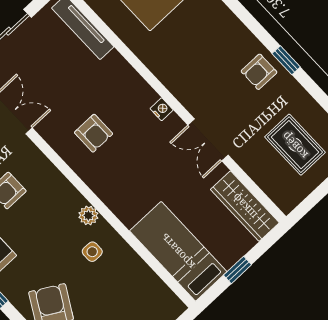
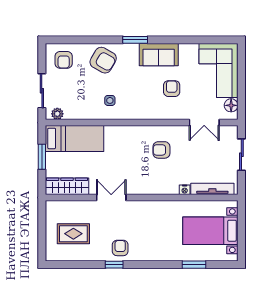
nightstand: (162, 109) -> (185, 190), moved
plant: (88, 215) -> (57, 114), moved
window: (237, 270) -> (42, 157), width x1.50

